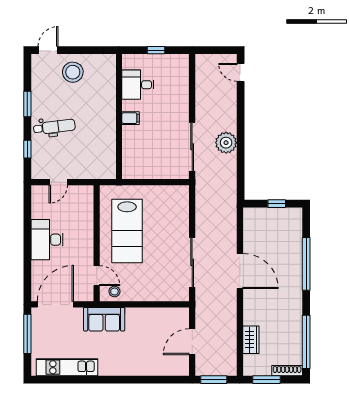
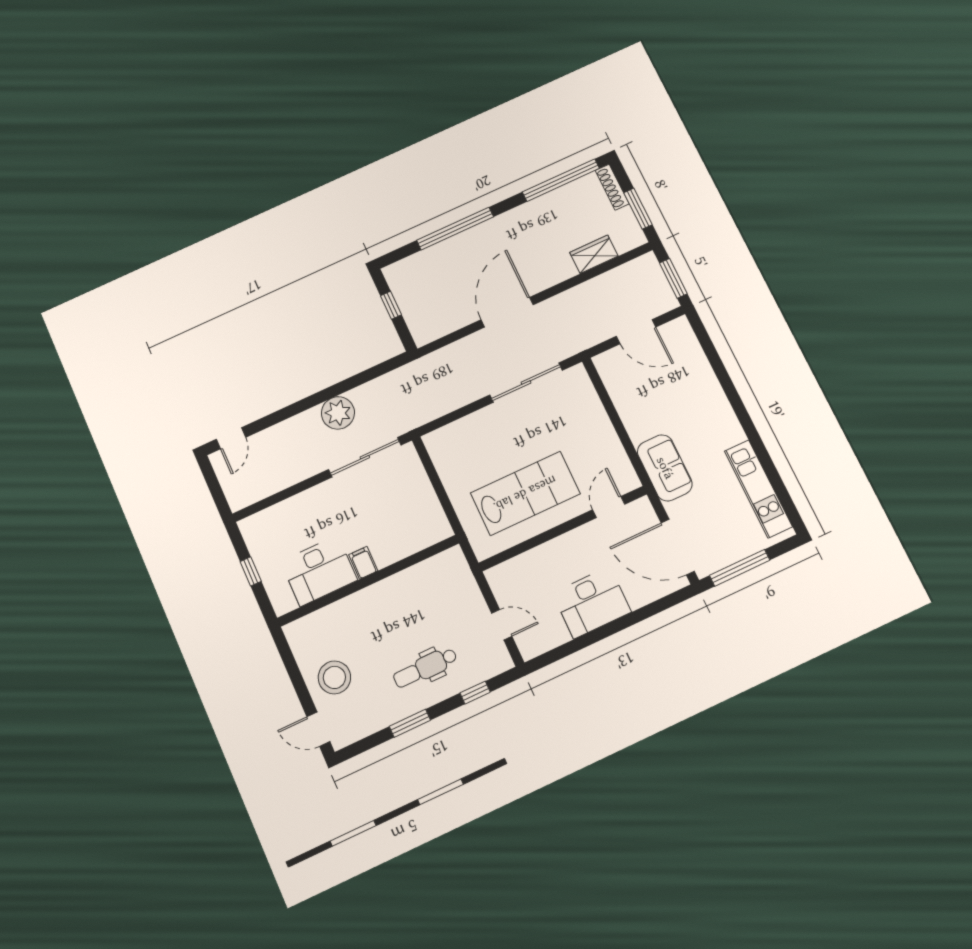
desk: (138, 85) -> (319, 571), width x1.37
dental chair: (54, 127) -> (425, 668), turned -83
stool: (114, 292) -> (619, 471), removed

